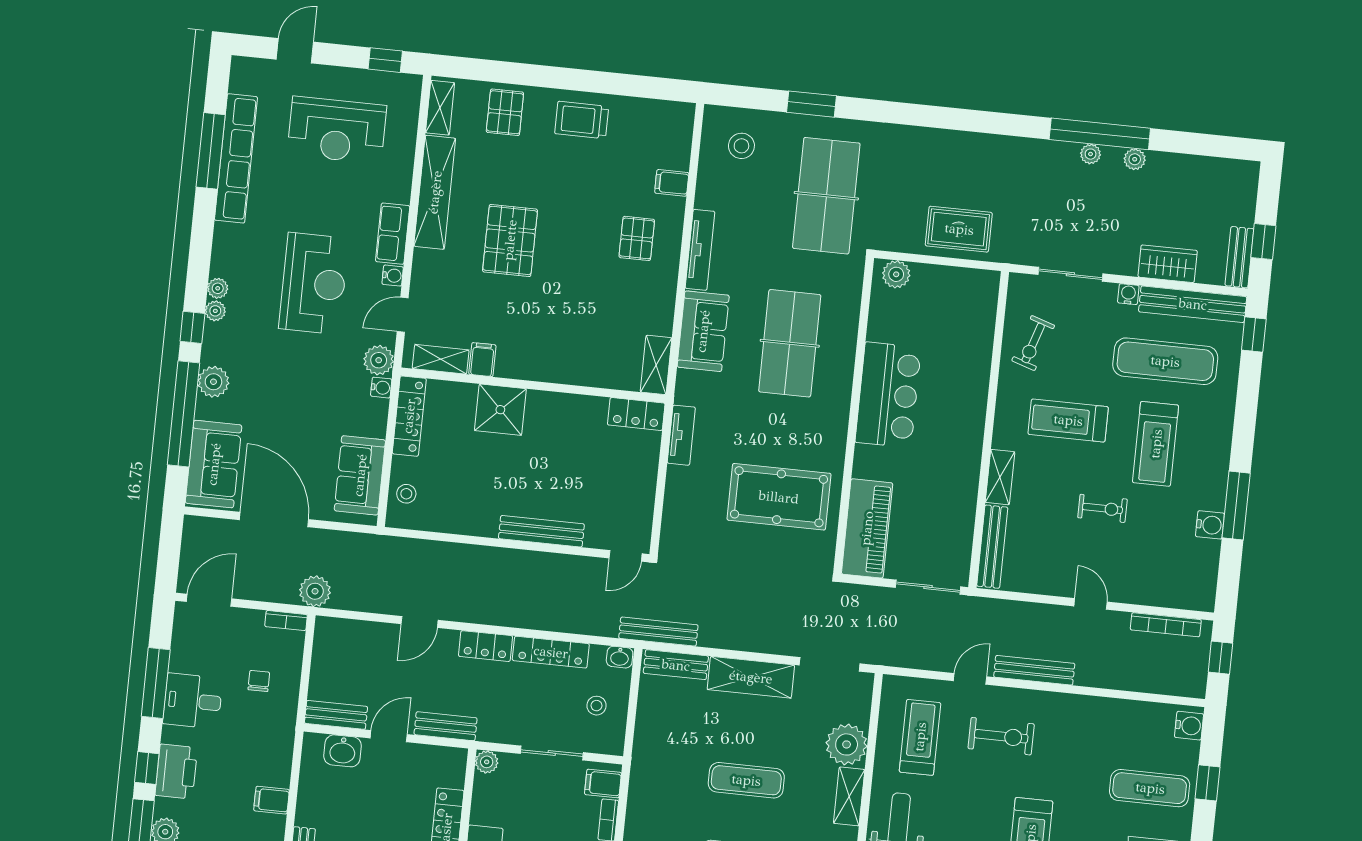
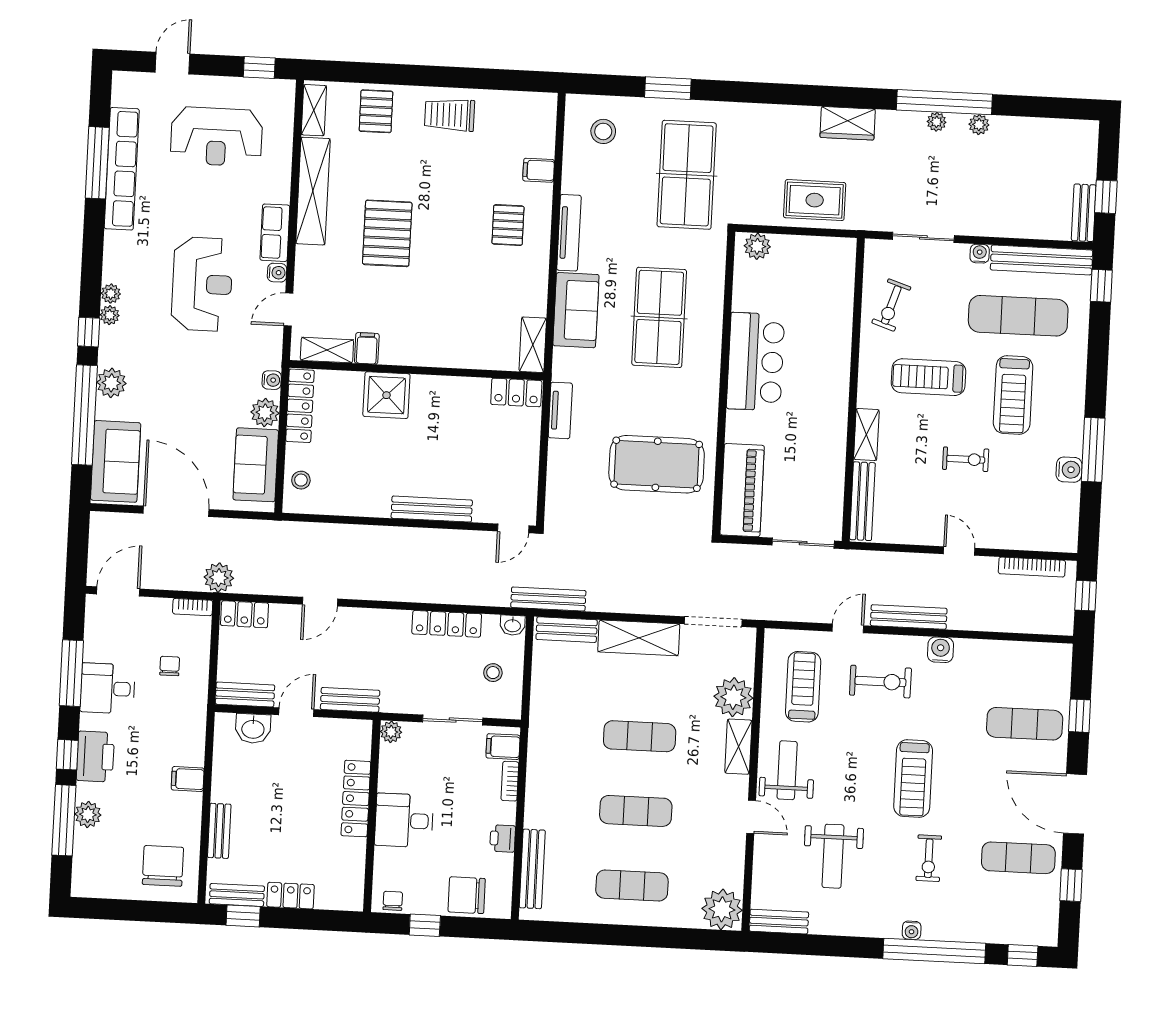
wardrobe: (1168, 264) -> (848, 123), moved, turned 180
plant: (379, 360) -> (265, 413), moved
locker: (486, 646) -> (245, 614), moved
water cooler: (1189, 726) -> (940, 650), moved, turned -90

